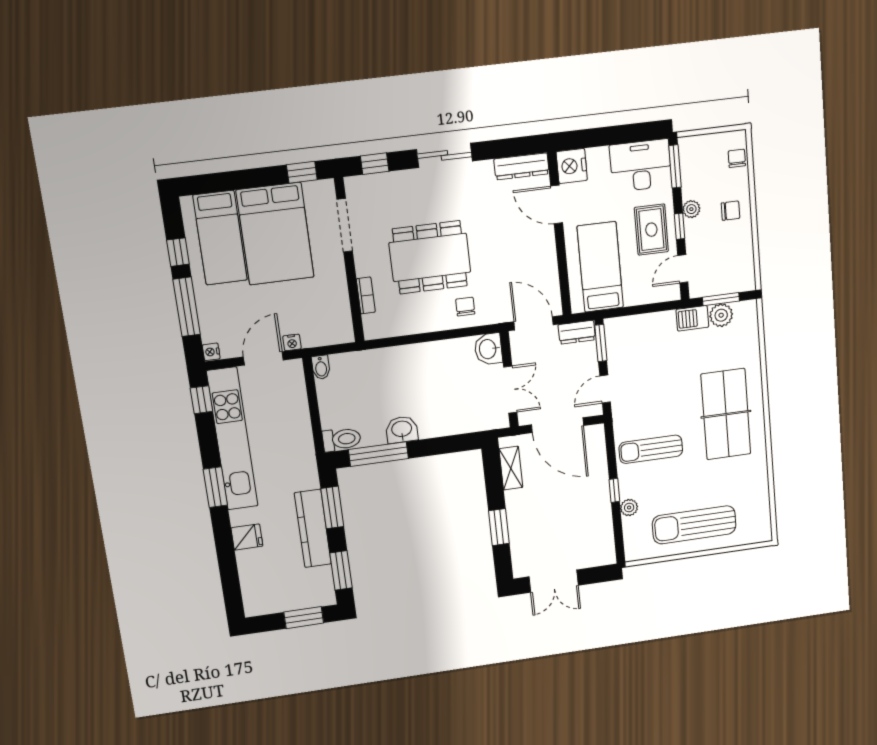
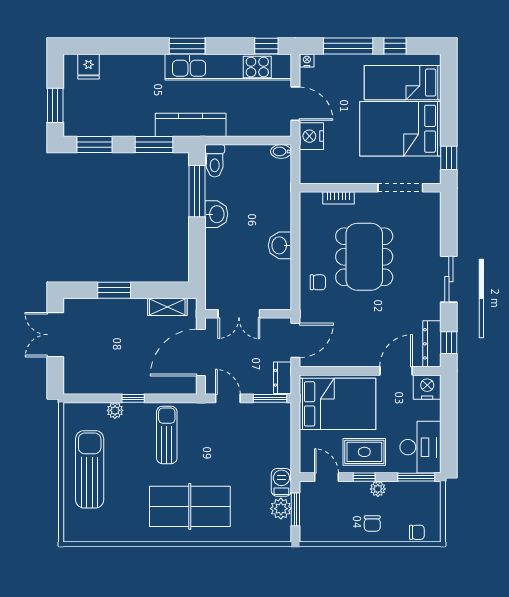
window: (375, 164) -> (449, 343), moved
bed: (600, 267) -> (337, 404), width x1.50
nightstand: (292, 342) -> (311, 136), width x1.89, depth x1.79
washbasin: (488, 349) -> (280, 245), moved, turned -90
kitchen counter: (313, 529) -> (191, 125), moved
fridge: (247, 537) -> (89, 67), moved

